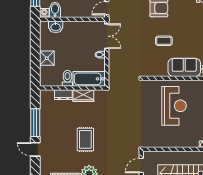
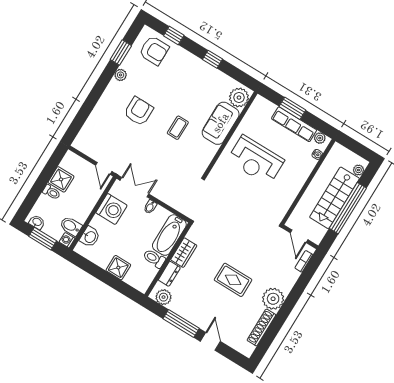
washing machine: (83, 30) -> (111, 209), added
plant: (46, 100) -> (164, 297), added
reception desk: (174, 106) -> (256, 160), turned 180
door: (35, 149) -> (210, 341), swing flipped

